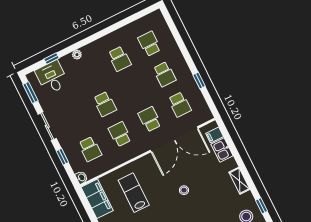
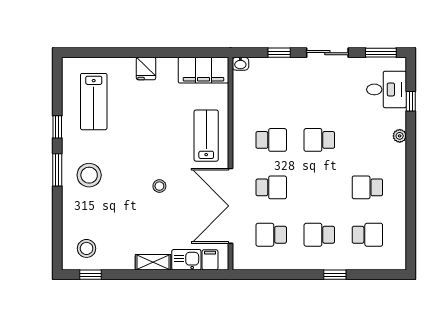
window: (199, 80) -> (335, 275), moved
school desk: (90, 149) -> (271, 93), removed
shelving: (239, 181) -> (153, 262), moved
lab bench: (134, 193) -> (206, 136), moved, turned -90

